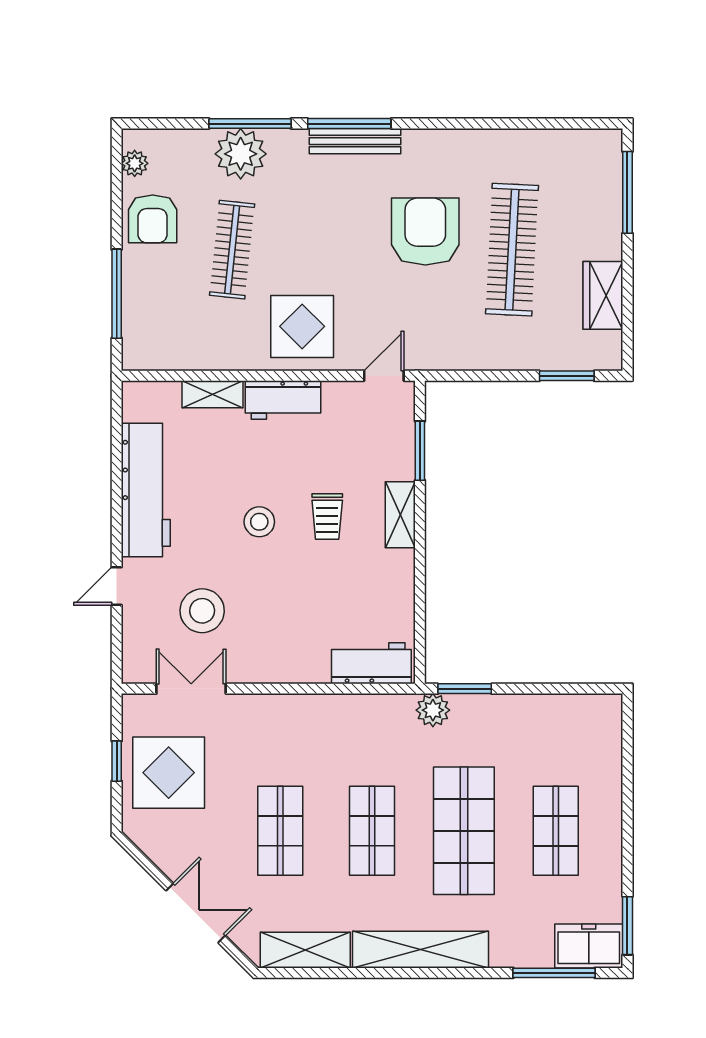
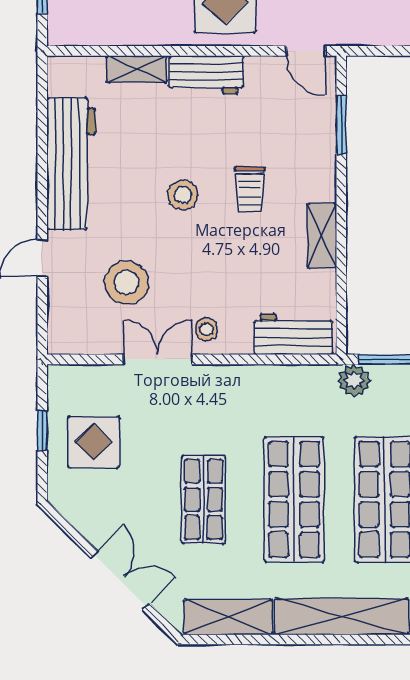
door: (384, 376) -> (306, 51), swing flipped
shelving: (400, 515) -> (322, 236), moved
stool: (283, 658) -> (206, 329), added
double door: (191, 689) -> (158, 359), moved
display table: (169, 773) -> (94, 442), width x0.73, depth x0.73
shop shelf: (372, 831) -> (294, 499), width x1.43, depth x1.36

